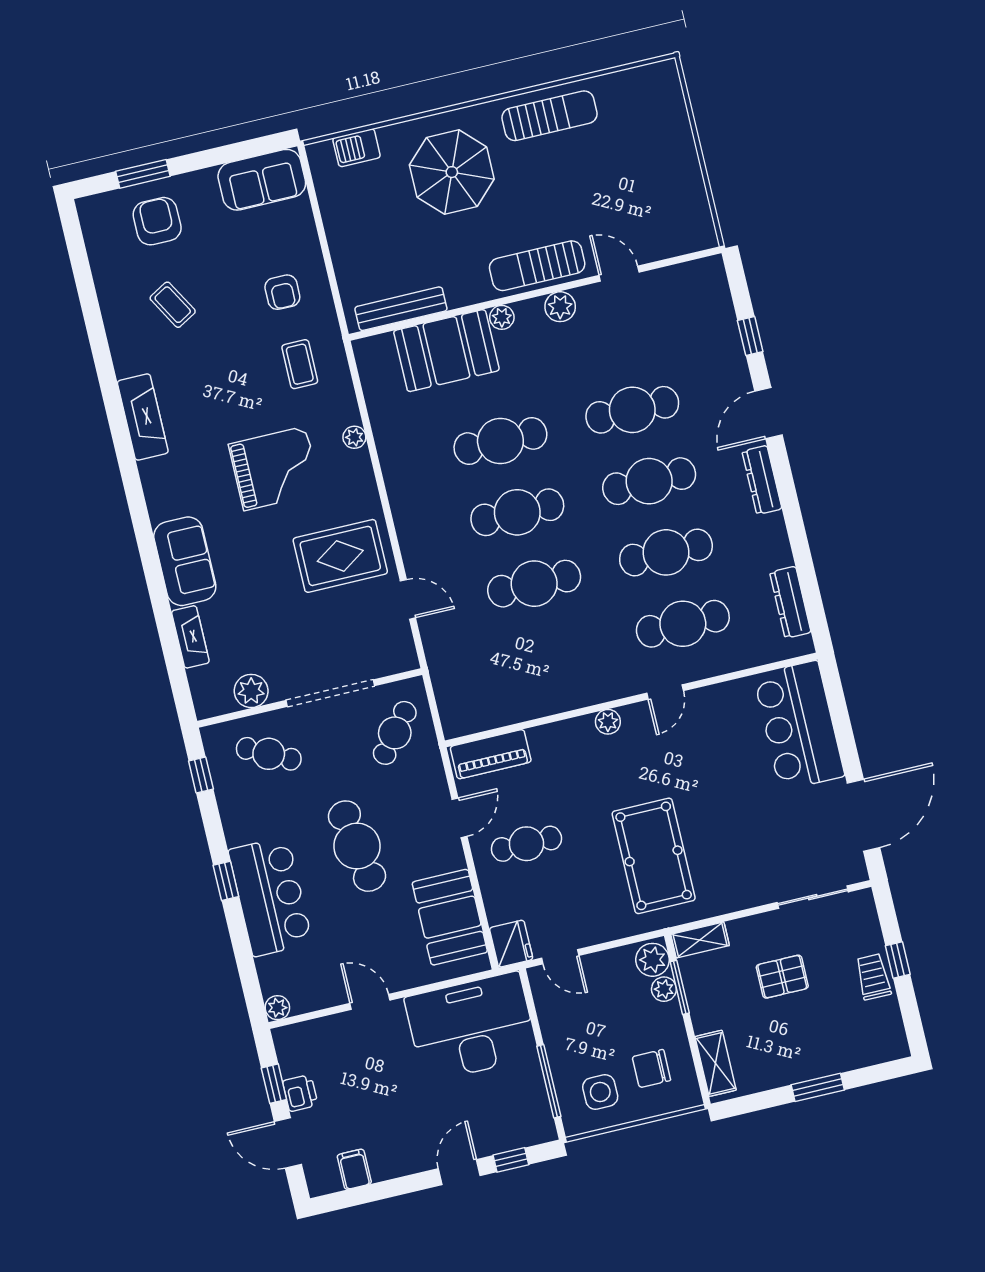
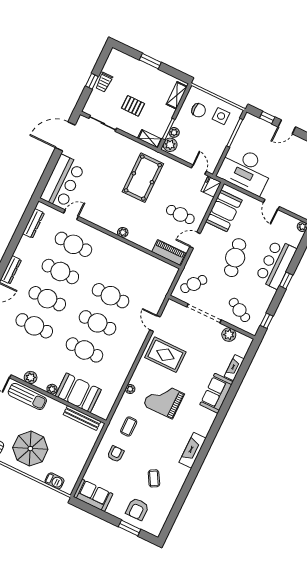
door: (665, 692) -> (71, 215), moved

